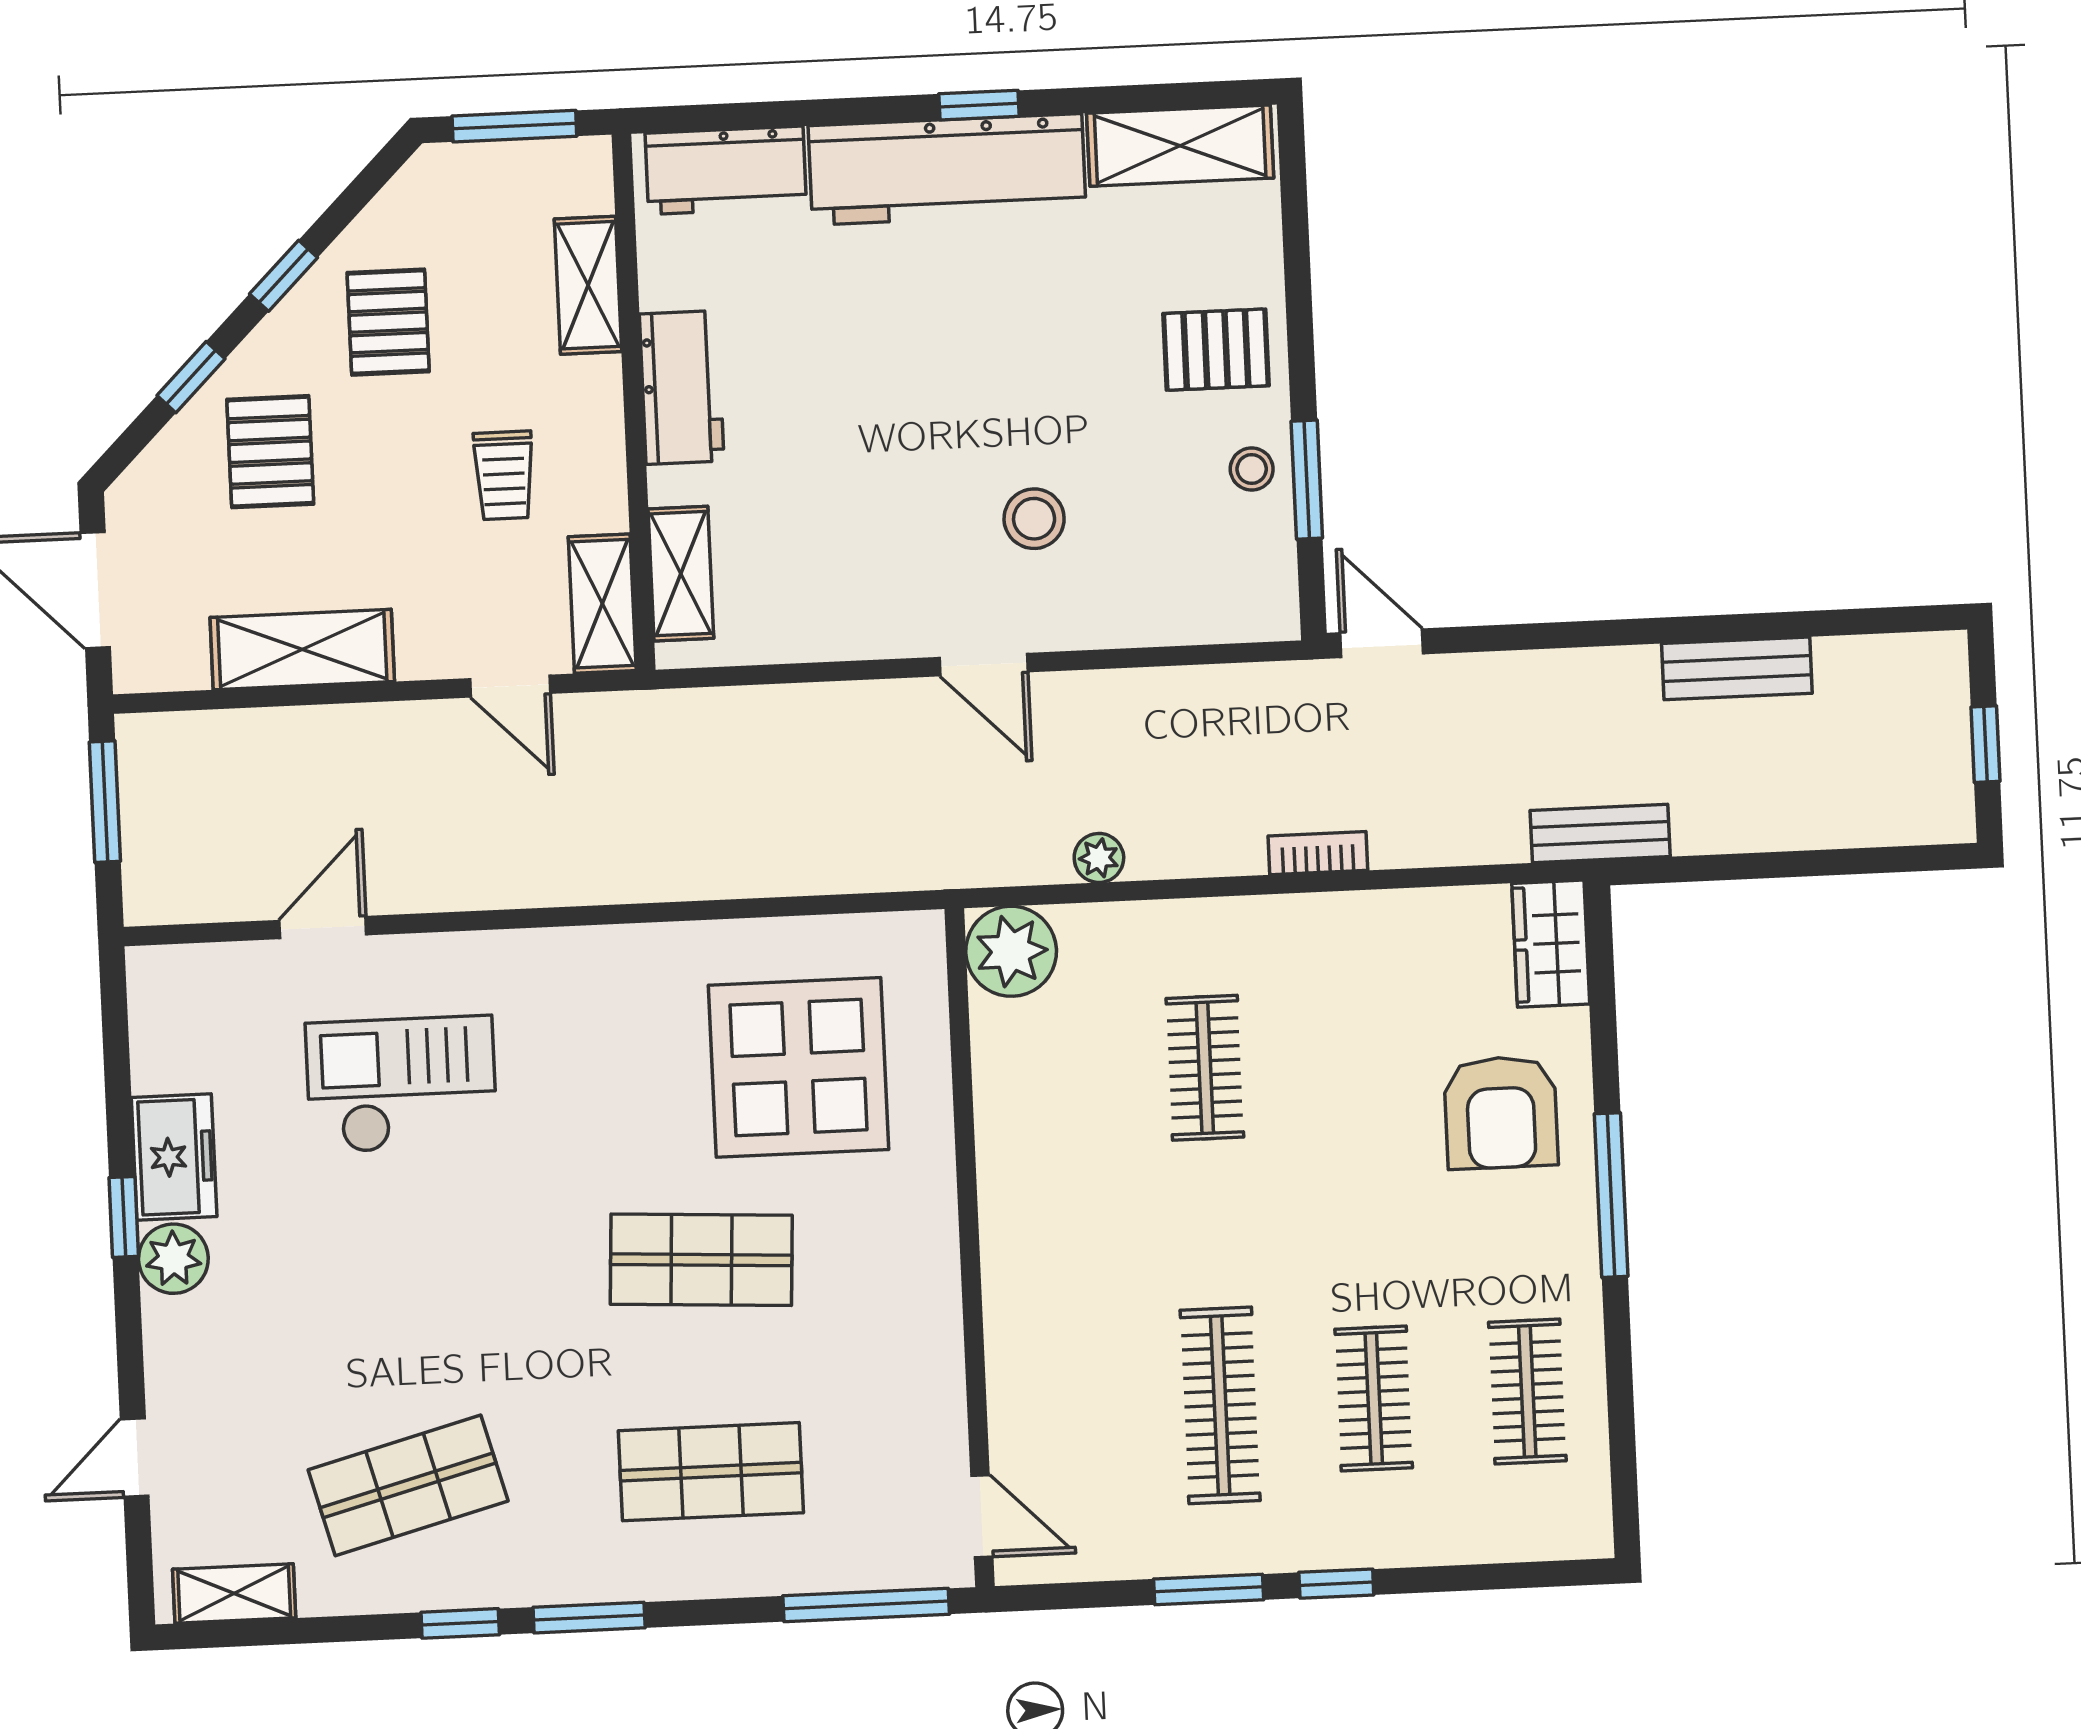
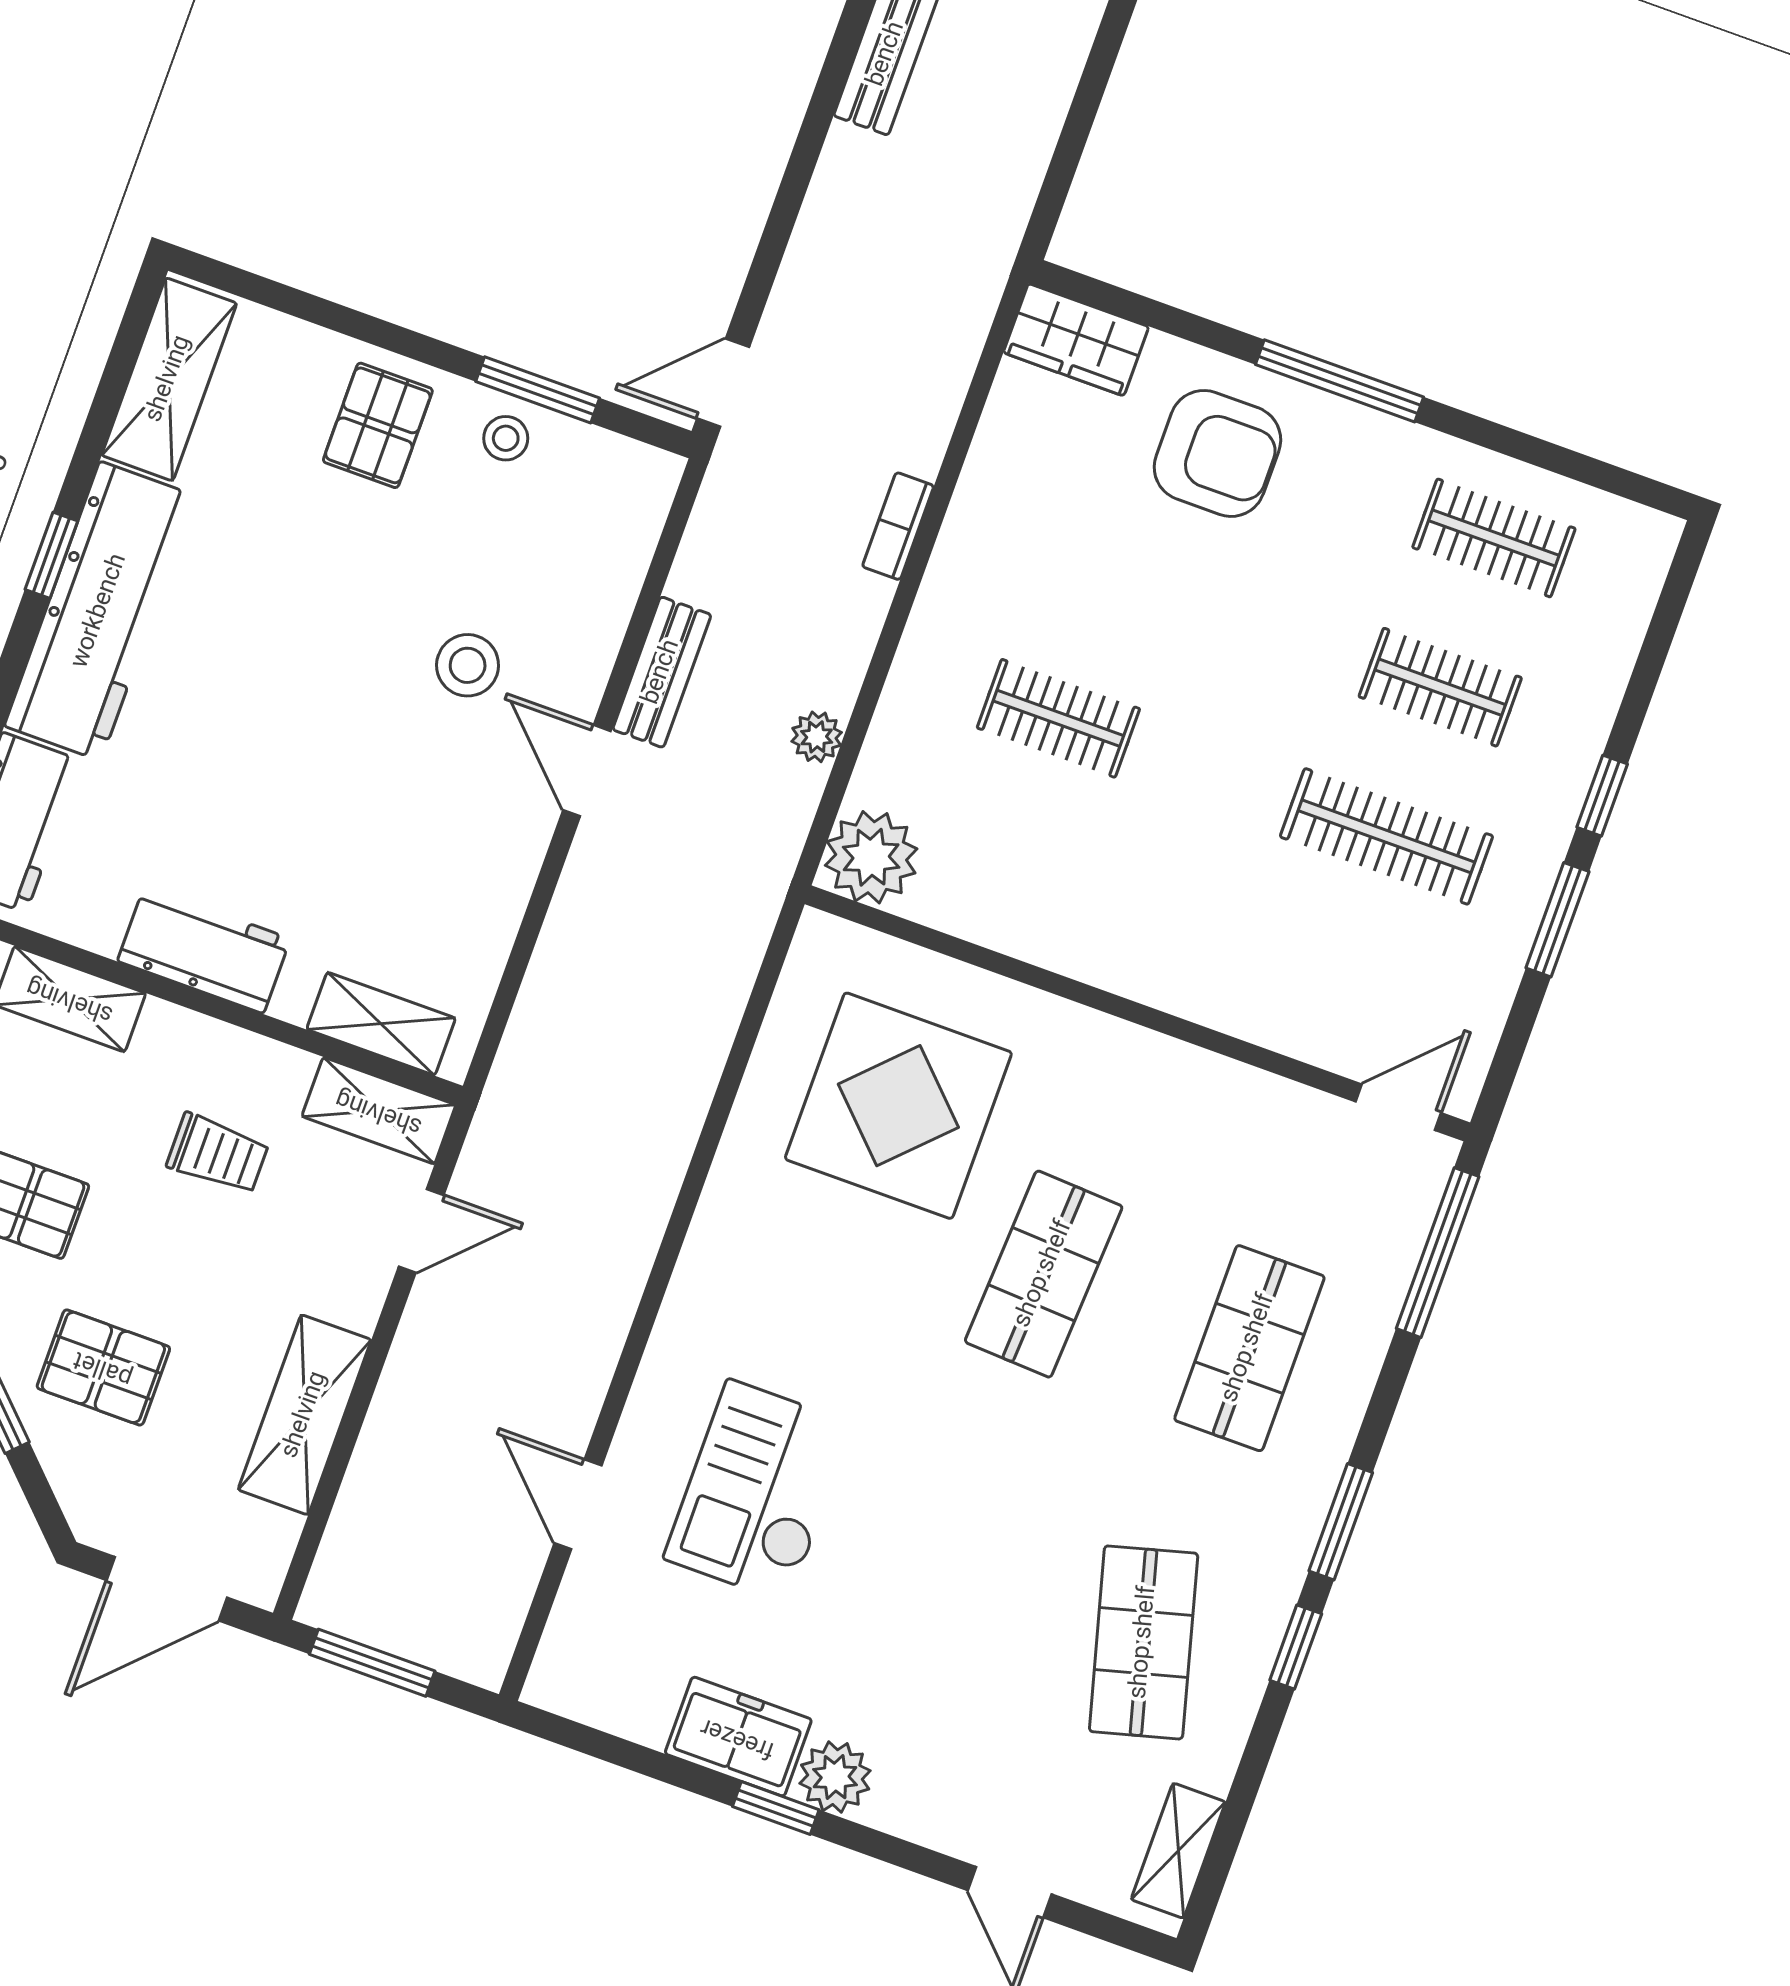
door: (984, 665) -> (587, 771), swing flipped
bench: (1600, 834) -> (662, 672), moved

